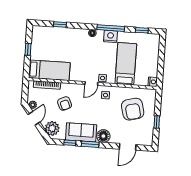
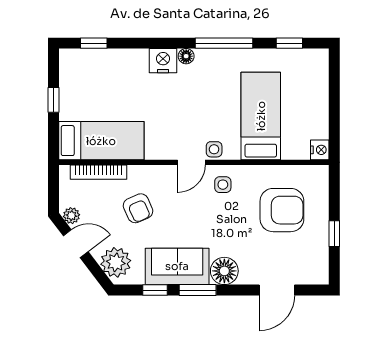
window: (60, 25) -> (94, 43), moved
nightstand: (110, 36) -> (163, 61), moved
armchair: (133, 109) -> (282, 210), turned -76
door: (34, 118) -> (76, 244), hinge flipped

